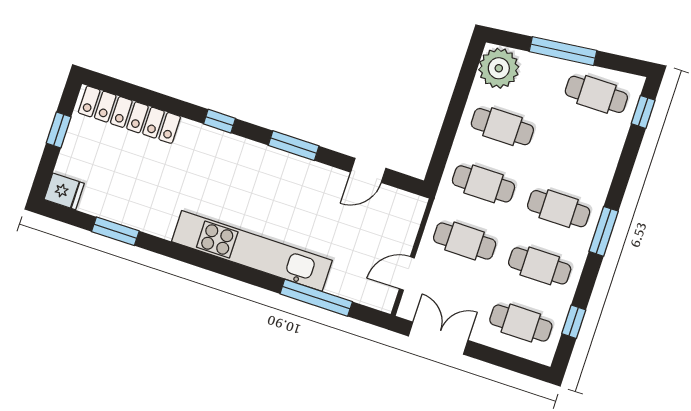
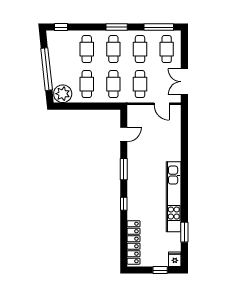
window: (563, 51) -> (47, 69), width x1.46
cafe table: (596, 94) -> (87, 49), moved
window: (59, 130) -> (160, 270), moved
door: (368, 170) -> (124, 134), hinge flipped
kitchen unit: (252, 251) -> (174, 197), moved
window: (316, 298) -> (184, 139), removed
window: (574, 322) -> (159, 27), width x2.17

